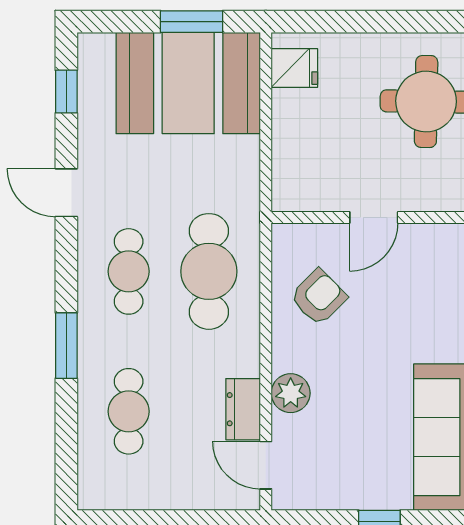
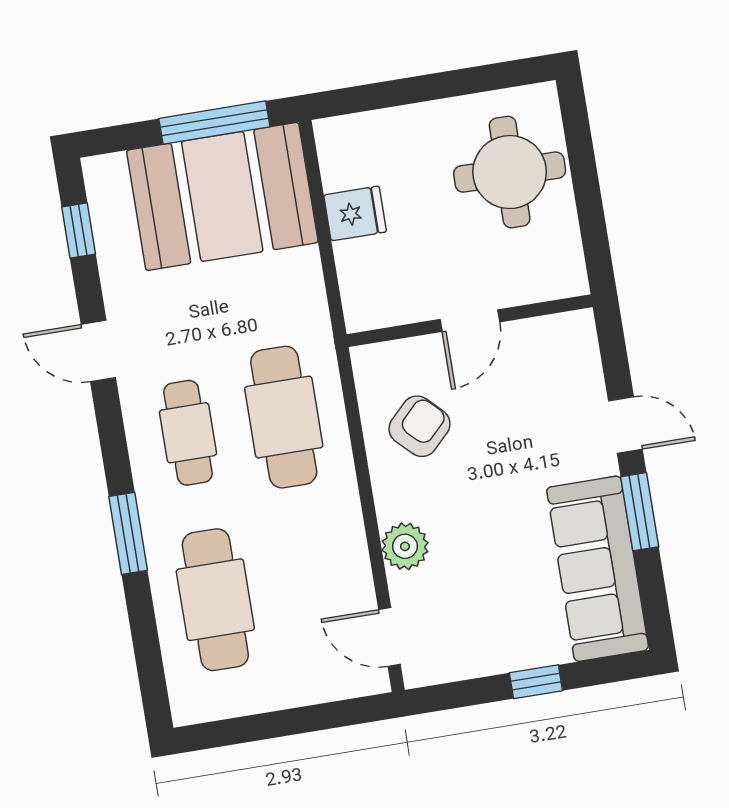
window: (192, 22) -> (214, 123), width x1.44
fridge: (294, 68) -> (355, 213), moved
dresser: (243, 409) -> (352, 575), removed
cafe table: (129, 411) -> (215, 600), width x1.37, depth x1.35

